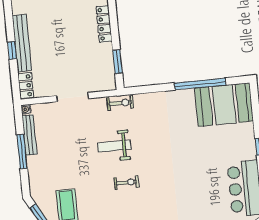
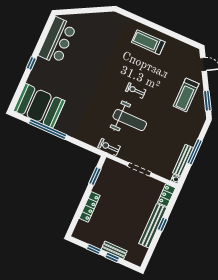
weight bench: (114, 146) -> (130, 120), width x1.36, depth x1.33

